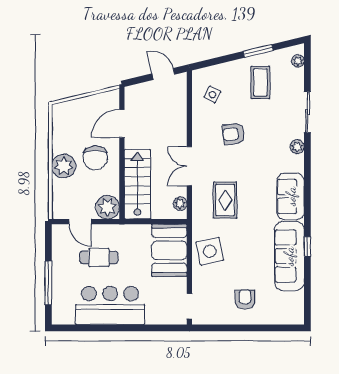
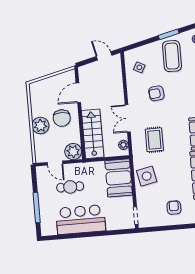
coffee table: (260, 82) -> (172, 56), width x1.36, depth x1.32

